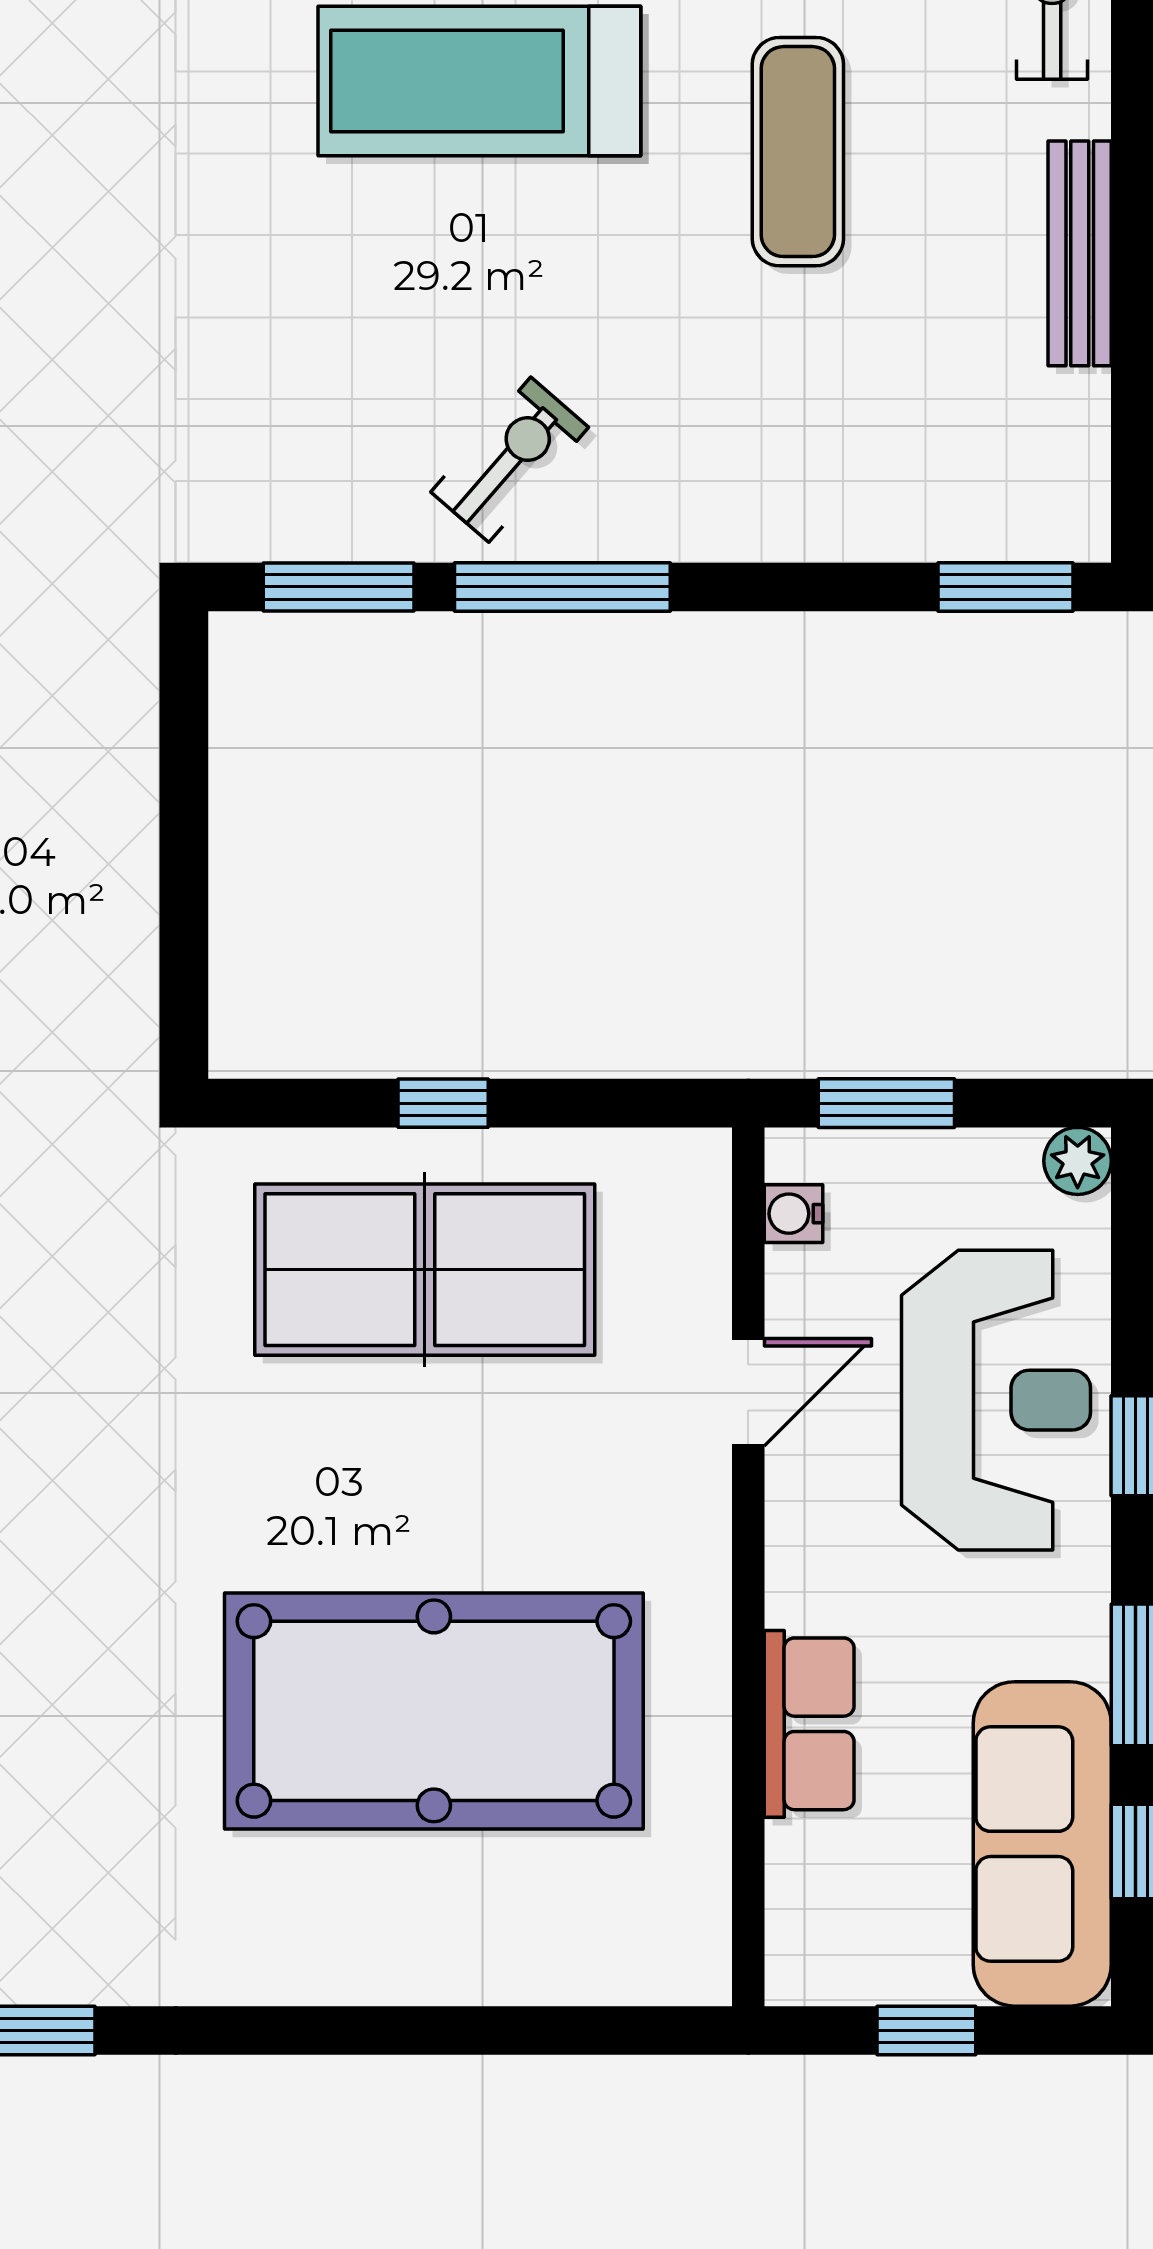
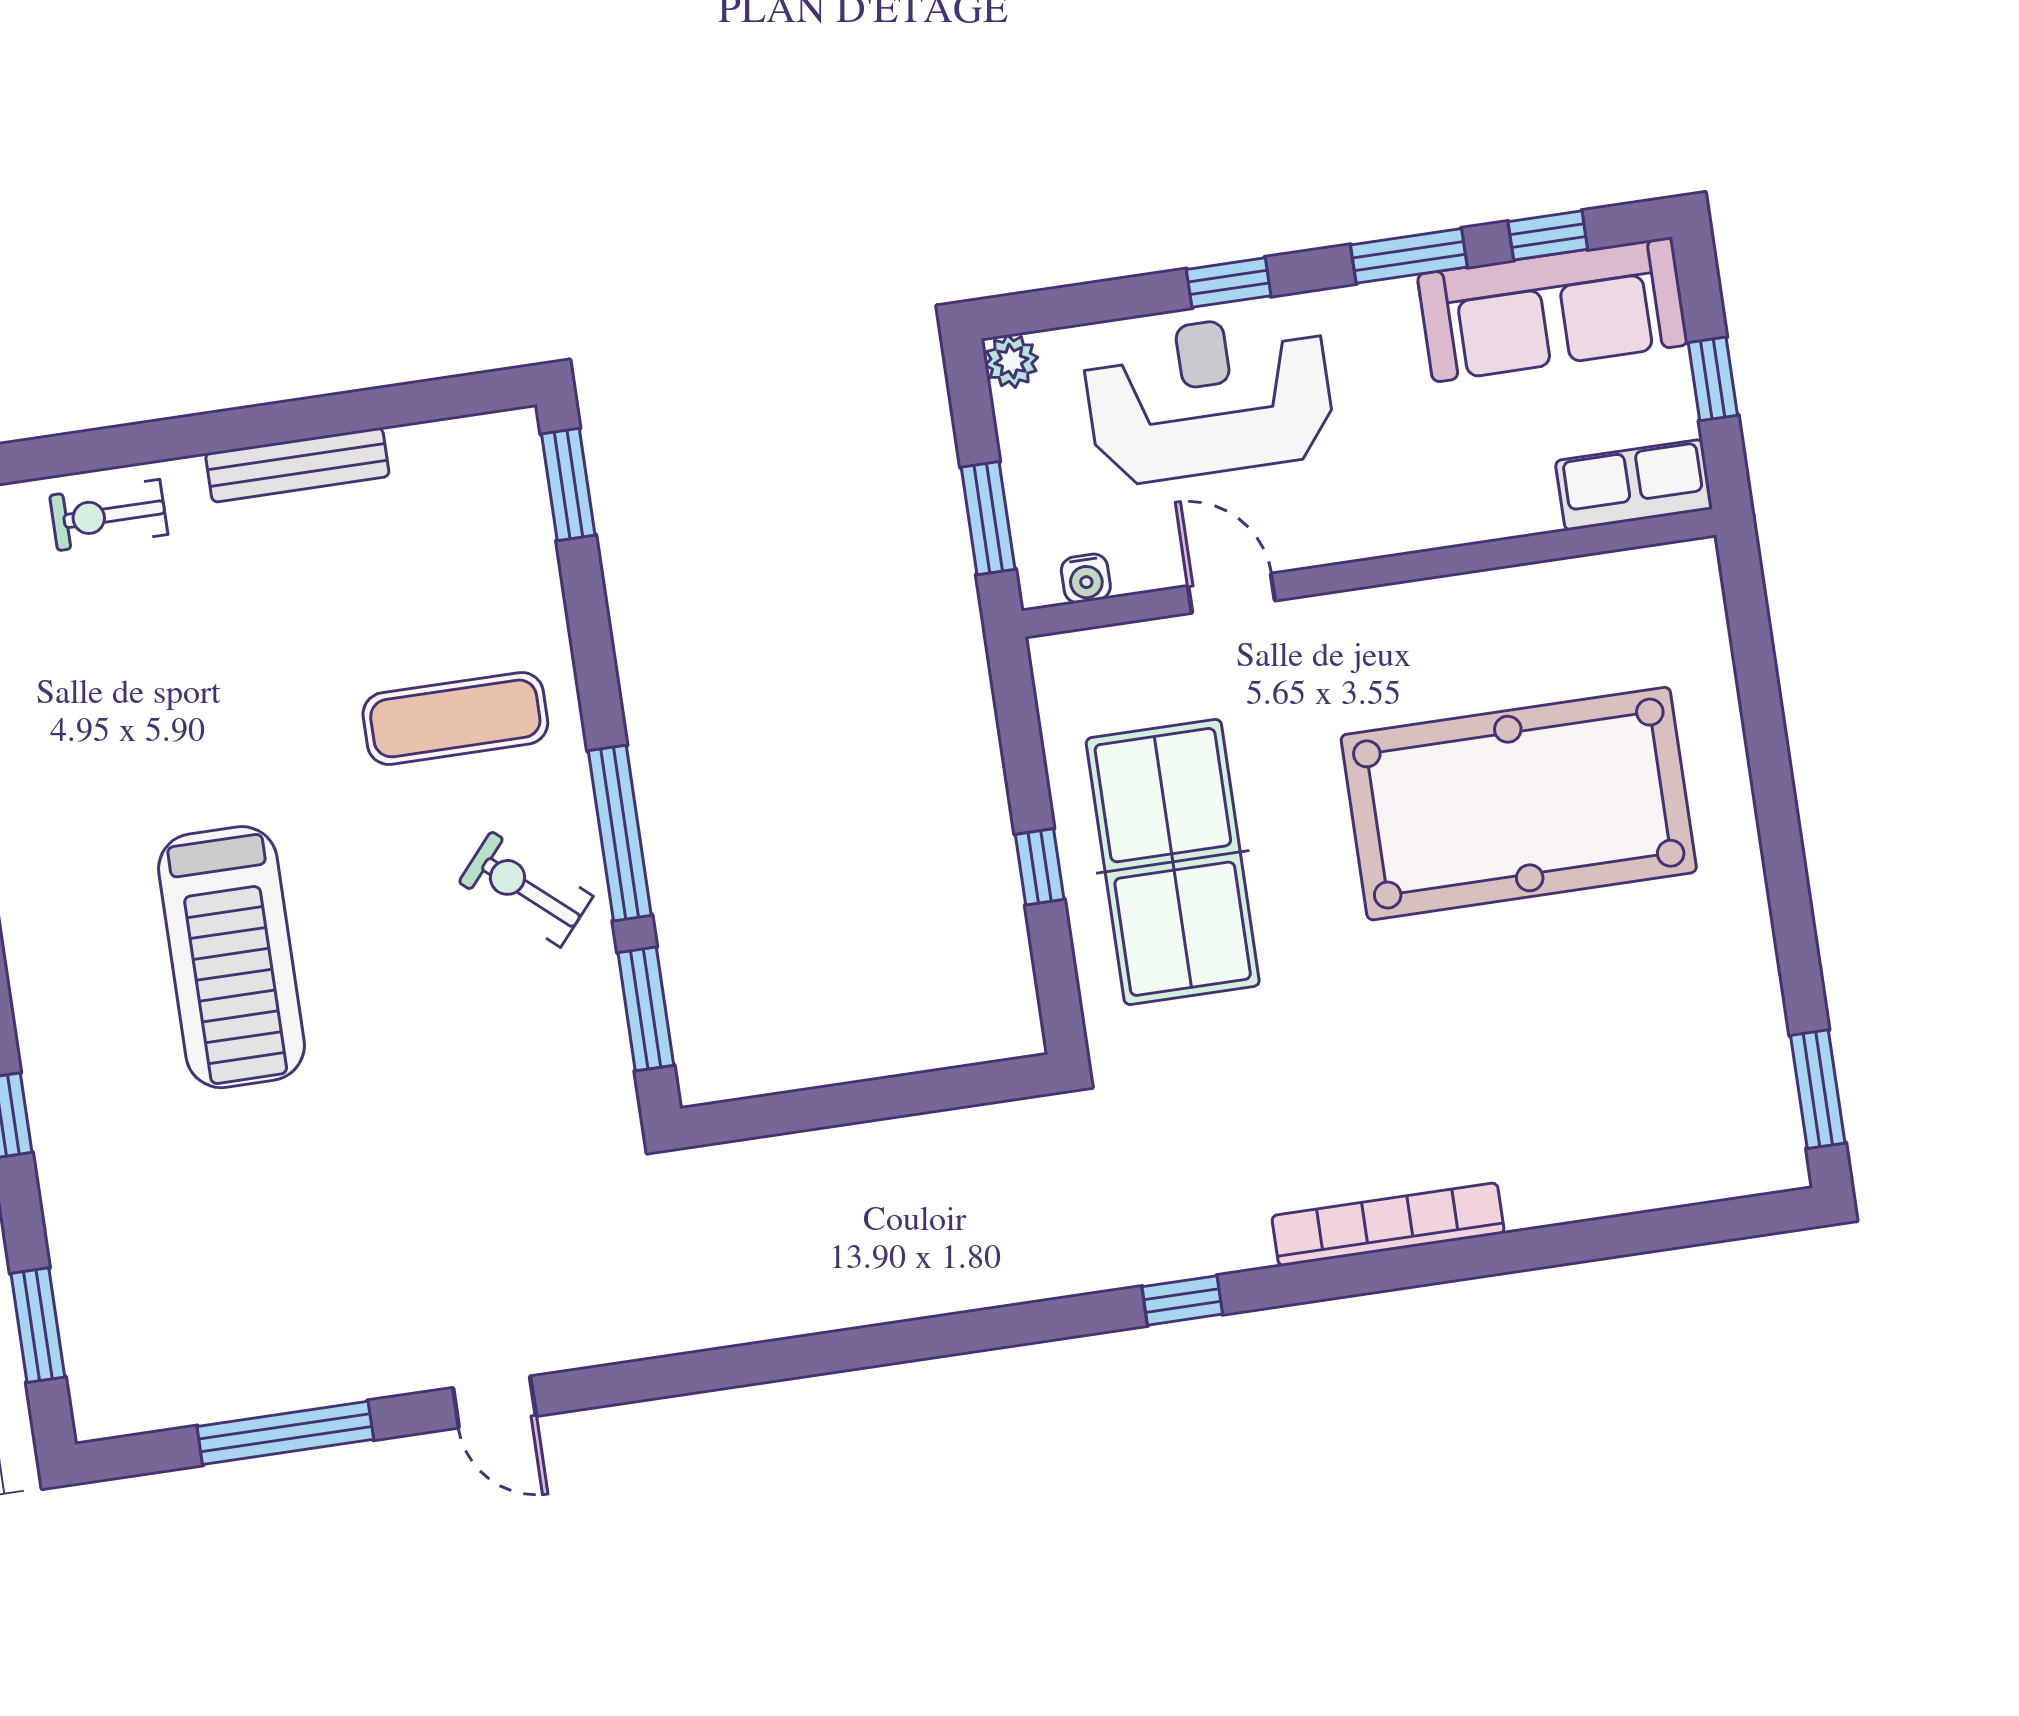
exercise mat: (798, 152) -> (455, 718), moved
pool table: (434, 1711) -> (1519, 804), turned 90
row of seats: (809, 1724) -> (1634, 485), moved

